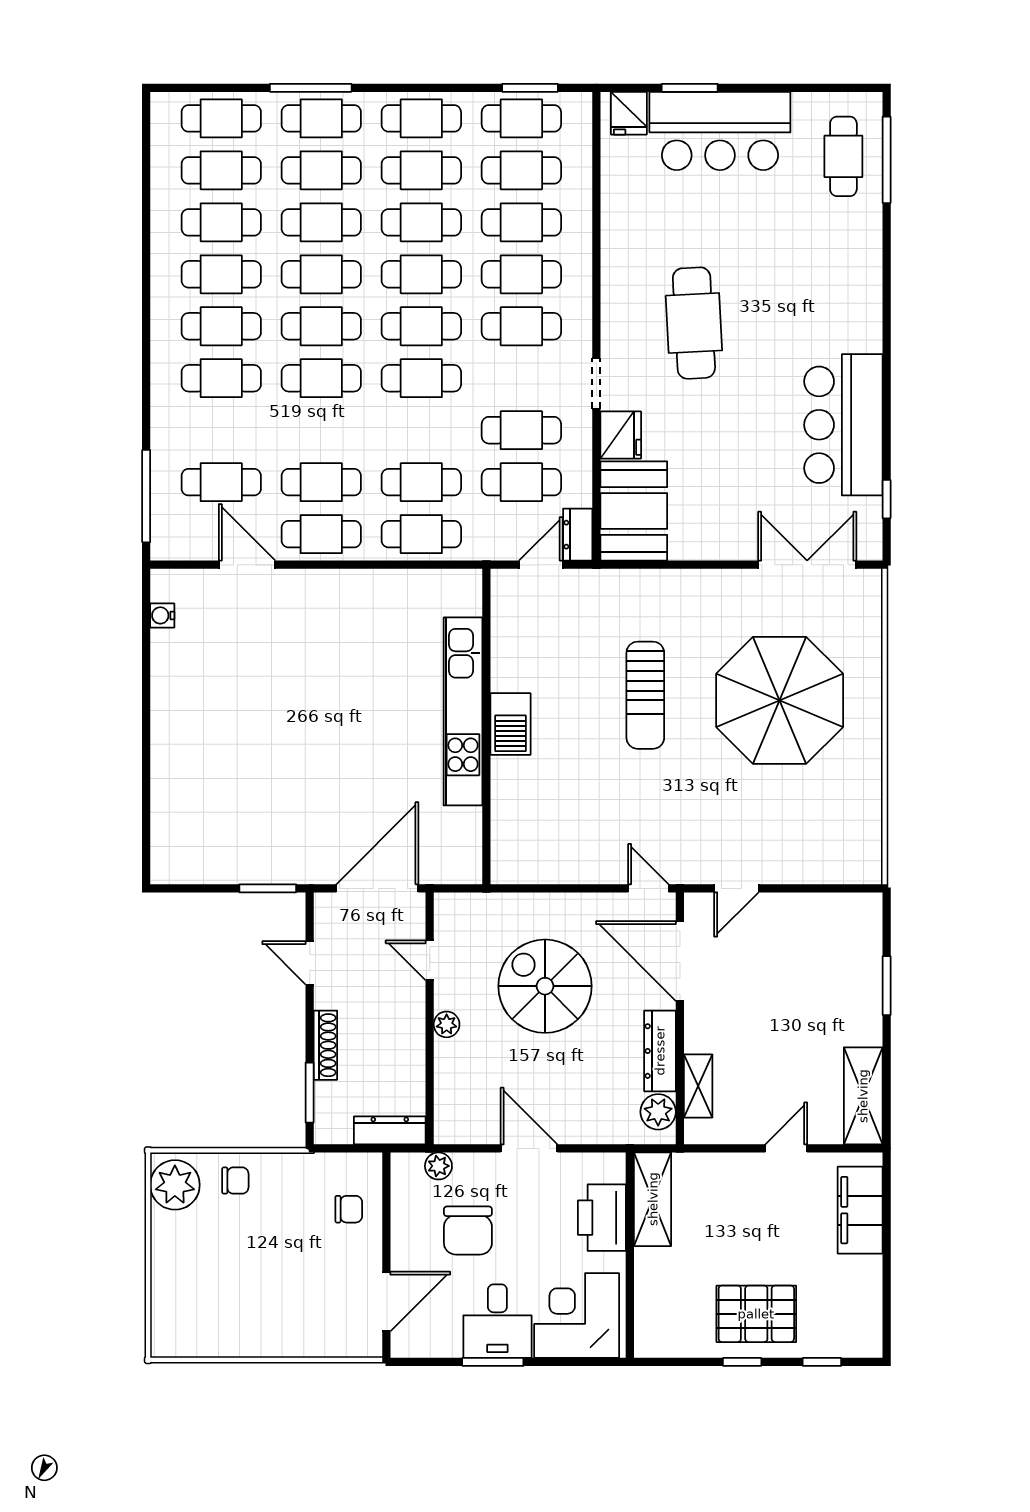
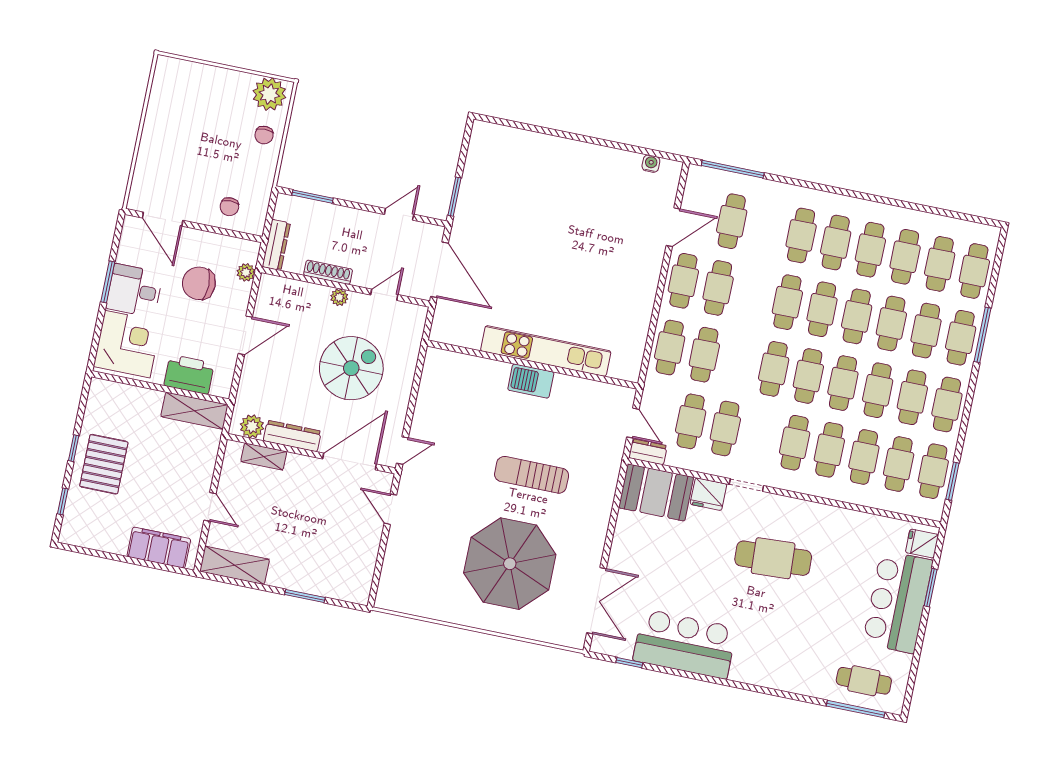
shoe rack: (325, 1045) -> (328, 272), moved, turned 180

